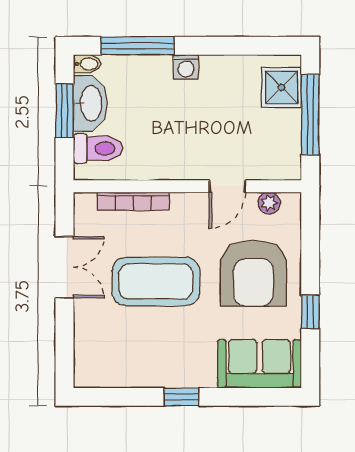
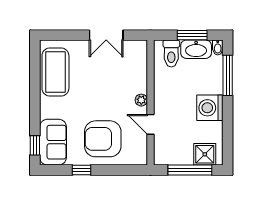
washing machine: (186, 67) -> (210, 108), width x1.89, depth x1.89
bookcase: (133, 201) -> (142, 73), removed
plant: (269, 203) -> (141, 100), moved
coffee table: (156, 281) -> (55, 72), moved
window: (181, 397) -> (35, 145), moved

